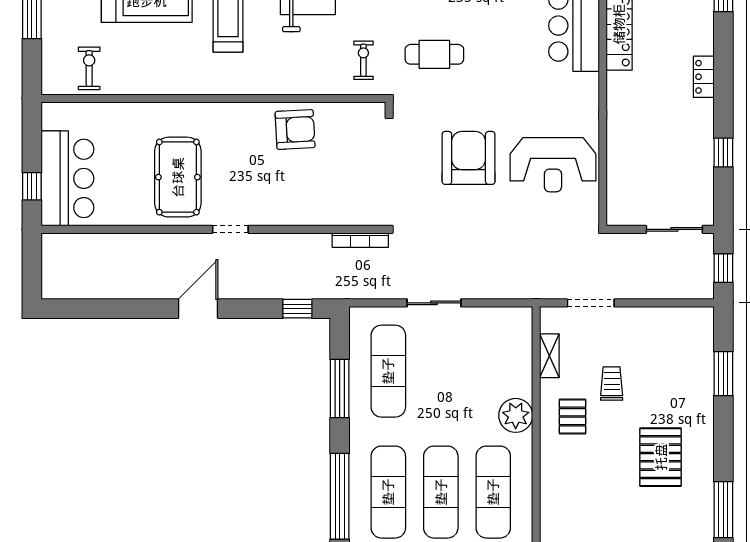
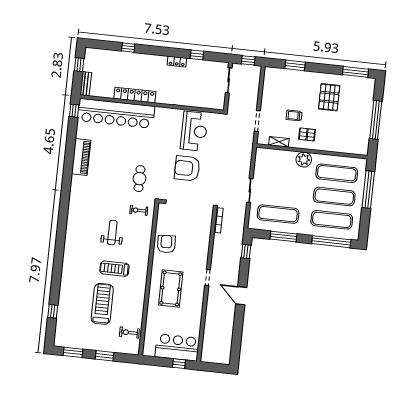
locker: (704, 77) -> (177, 62), moved
pool table: (178, 177) -> (171, 288), moved, turned 90
pallet: (661, 457) -> (329, 97), turned 90

